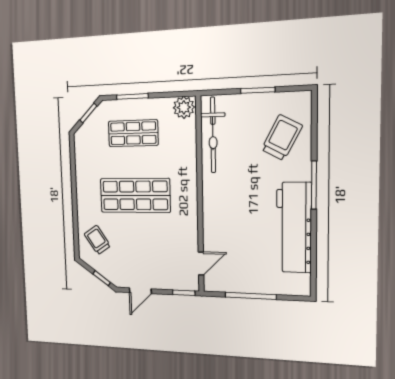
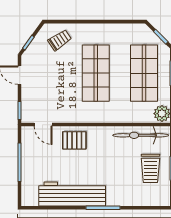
shop shelf: (133, 133) -> (144, 73), width x1.43, depth x1.36
trolley: (282, 138) -> (150, 168), moved, turned 62
pallet: (221, 224) -> (74, 140), added

